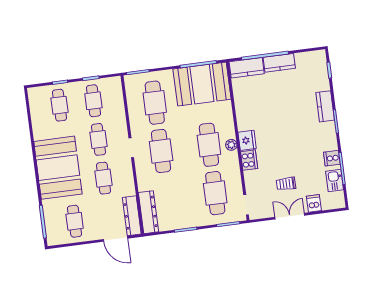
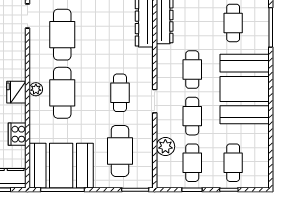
plant: (117, 111) -> (165, 146), added
cafe table: (161, 151) -> (120, 93), width x0.73, depth x0.74
cooker: (249, 160) -> (17, 134), moved

